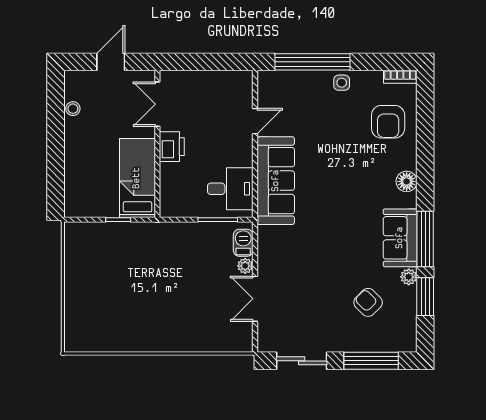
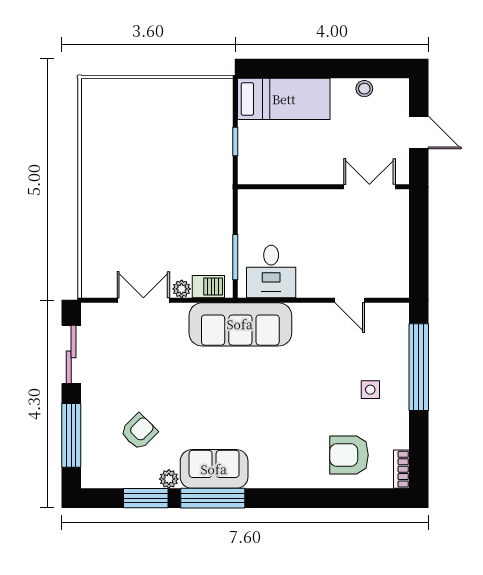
side table: (342, 83) -> (370, 390), moved
printer: (172, 147) -> (320, 204), removed
bed: (137, 178) -> (284, 99), moved
sofa: (276, 181) -> (240, 324), moved
floor lamp: (407, 181) -> (280, 476), removed

